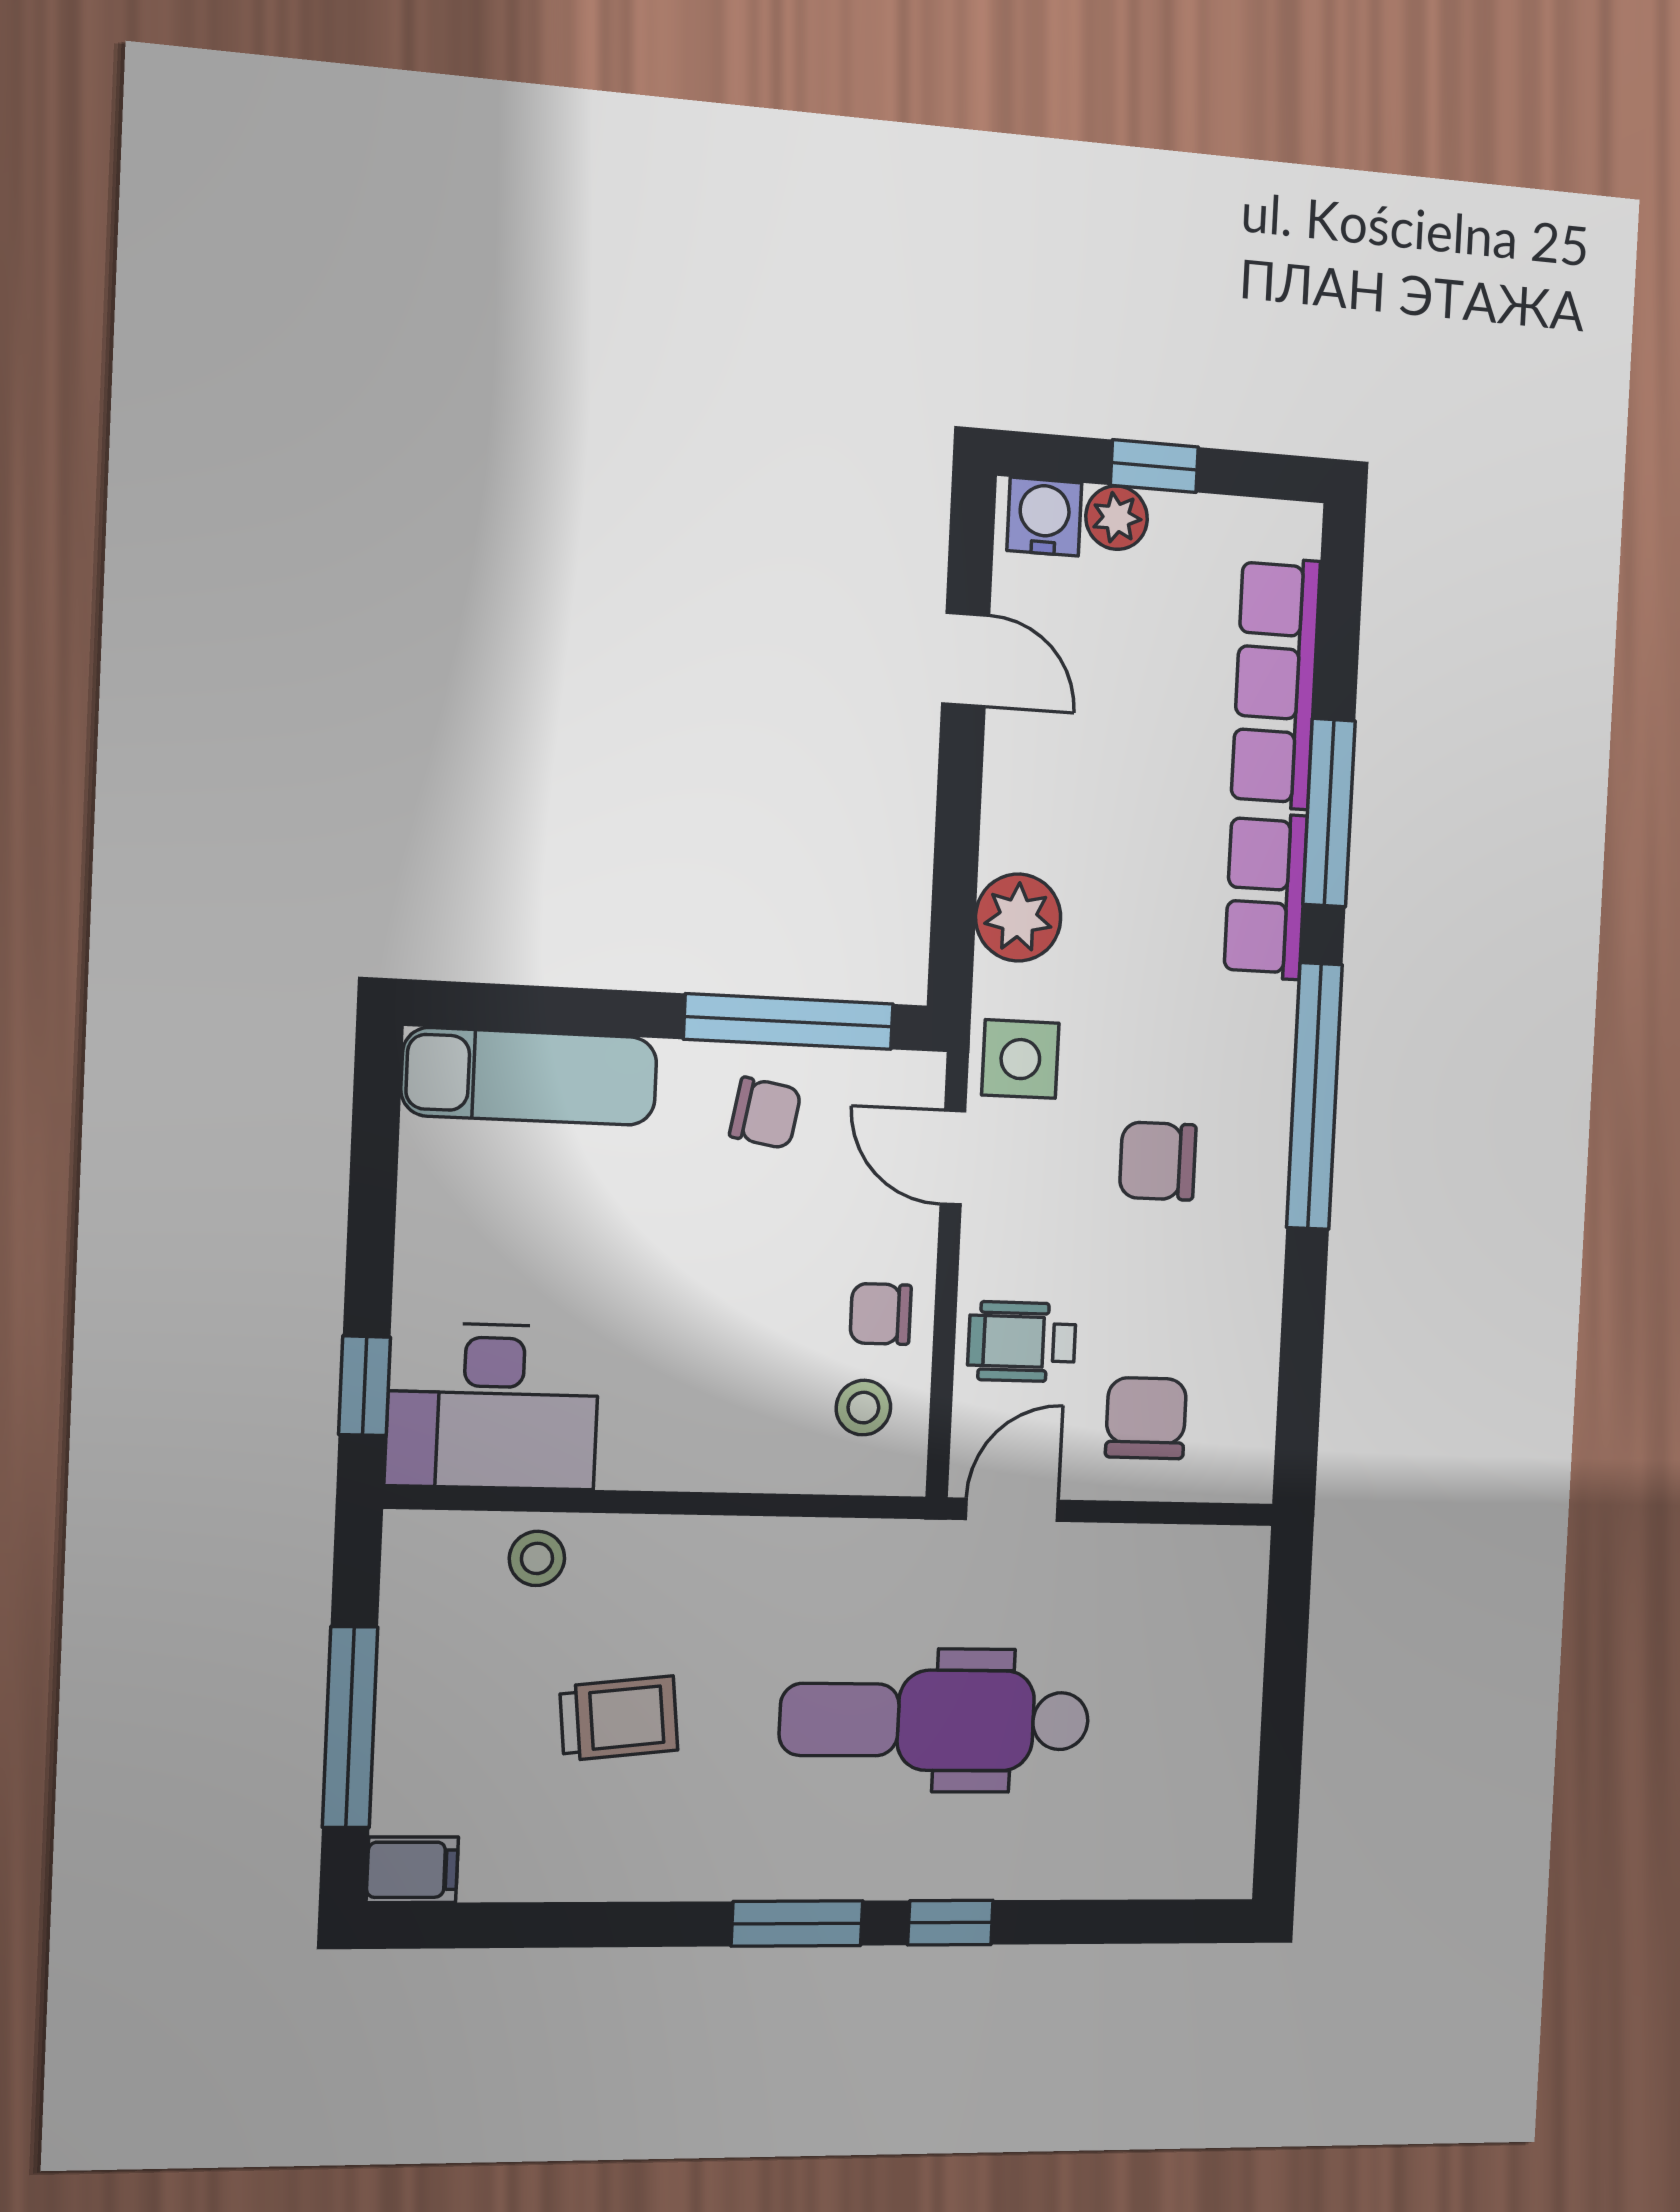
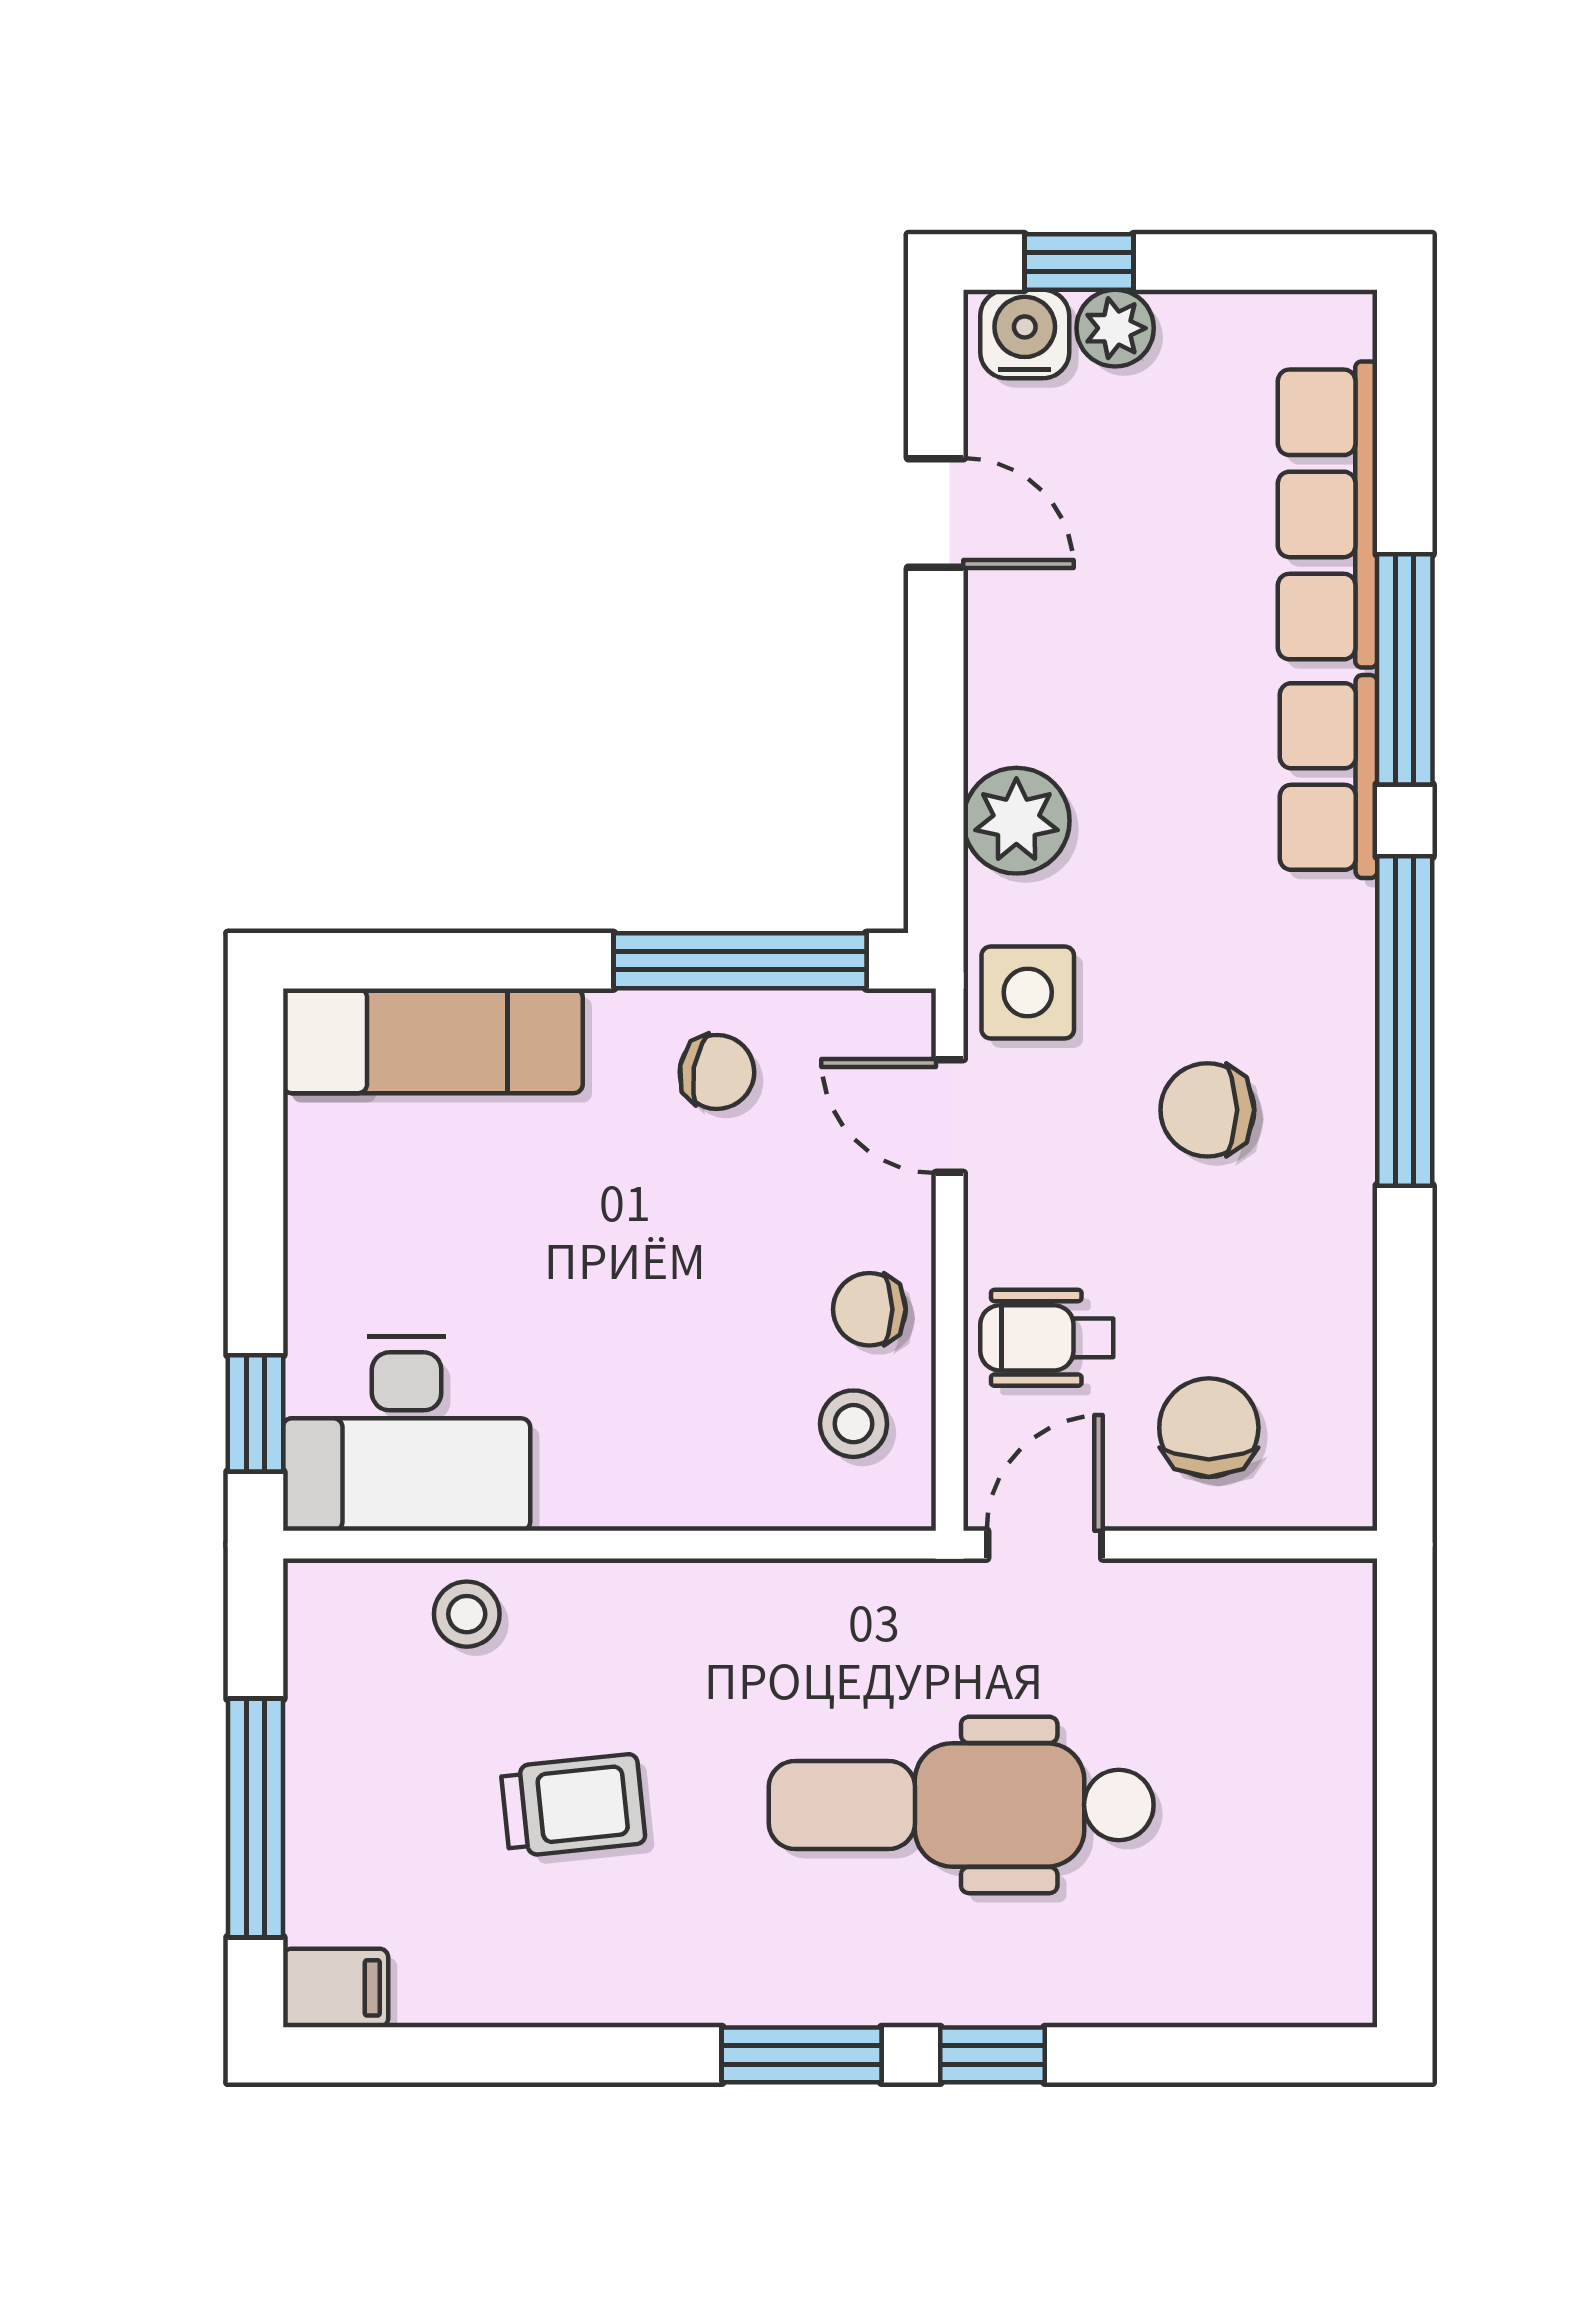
window: (1154, 466) -> (1079, 262), moved

